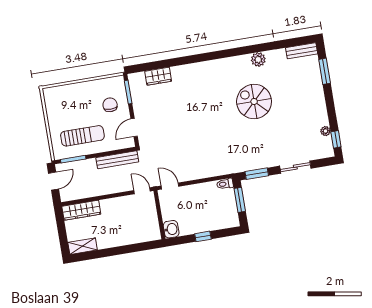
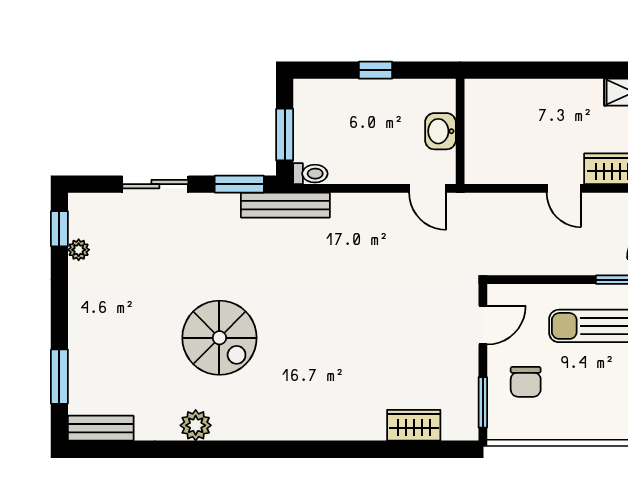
bench: (117, 160) -> (285, 205), moved
door: (142, 191) -> (564, 188), moved
washbasin: (171, 229) -> (440, 131), moved

